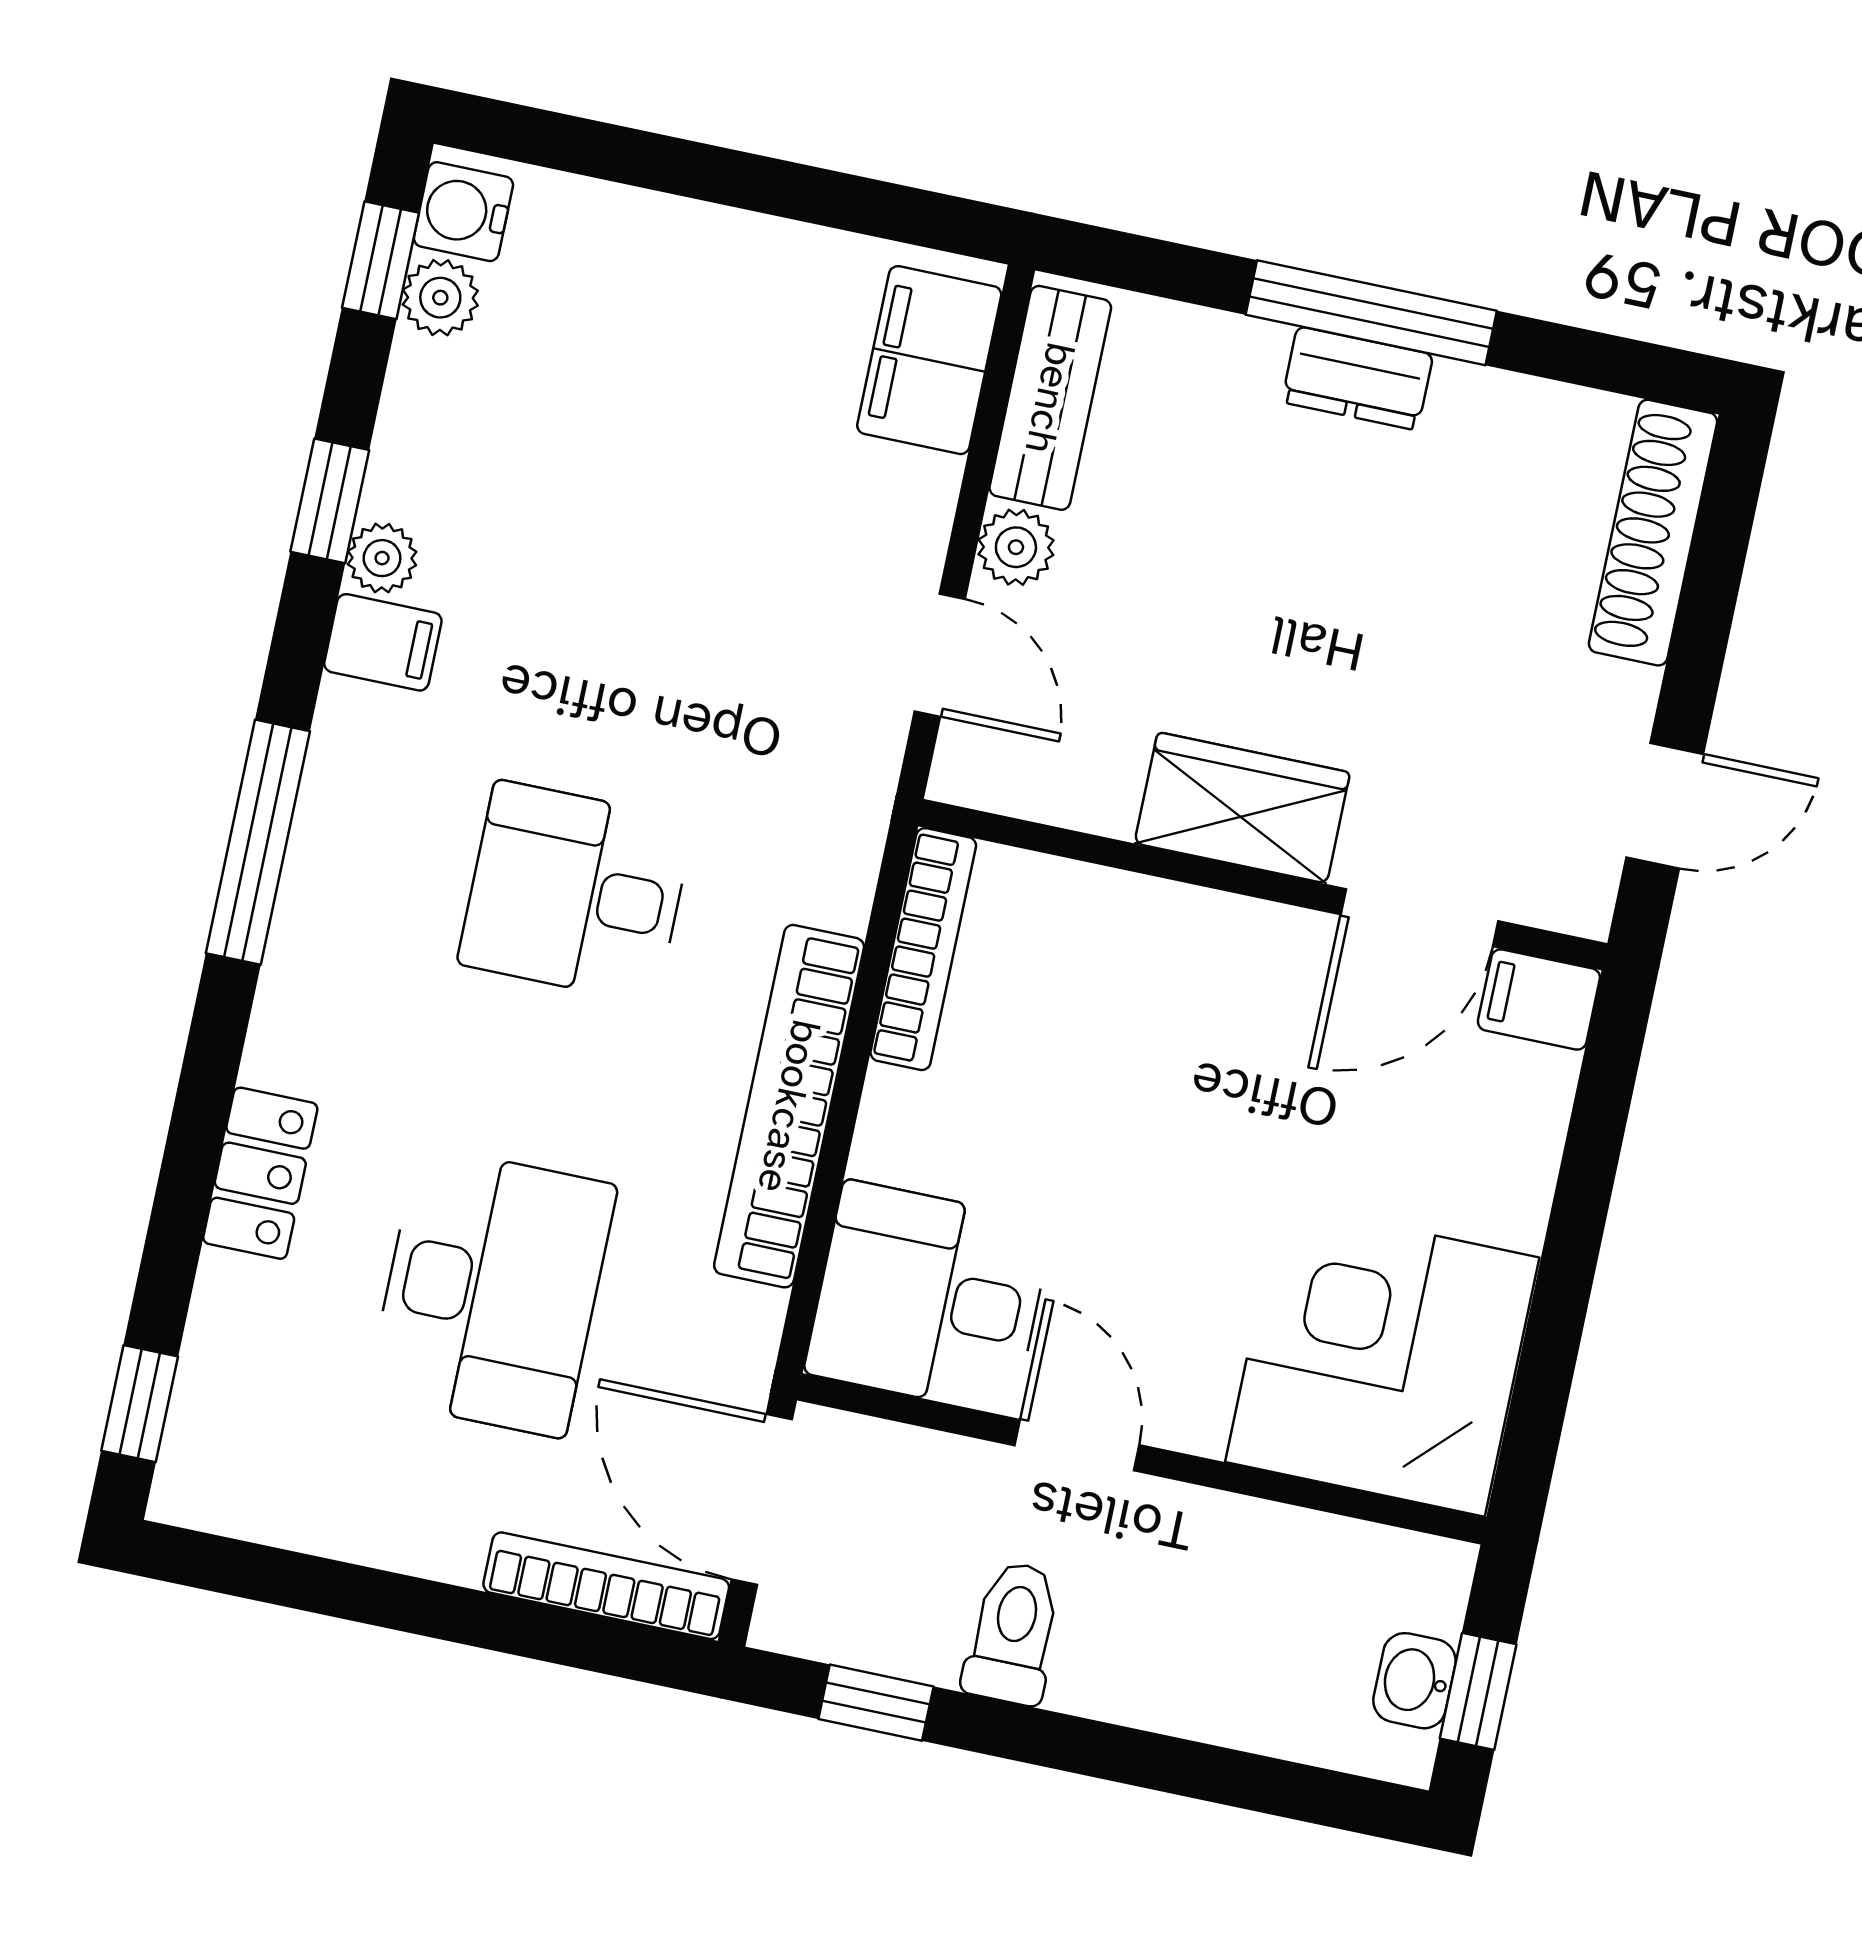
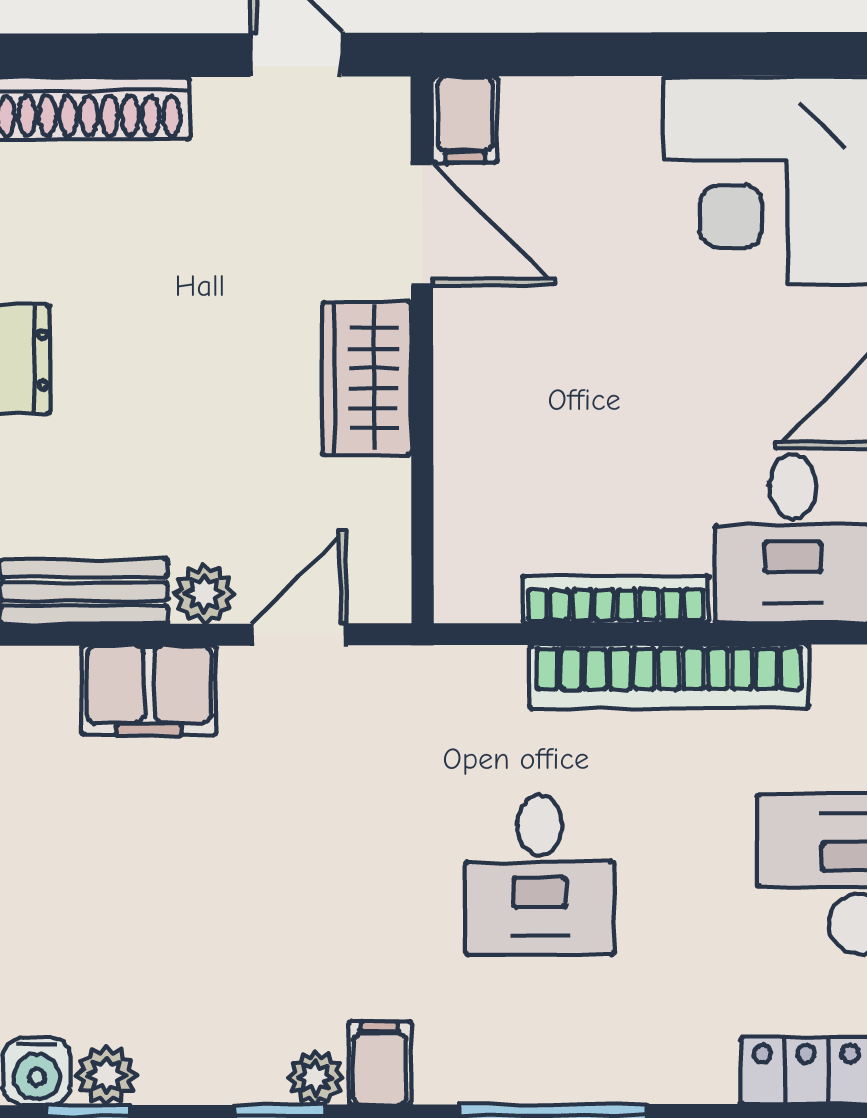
filing cabinet: (929, 360) -> (149, 690), moved
bookcase: (923, 949) -> (616, 599), moved

